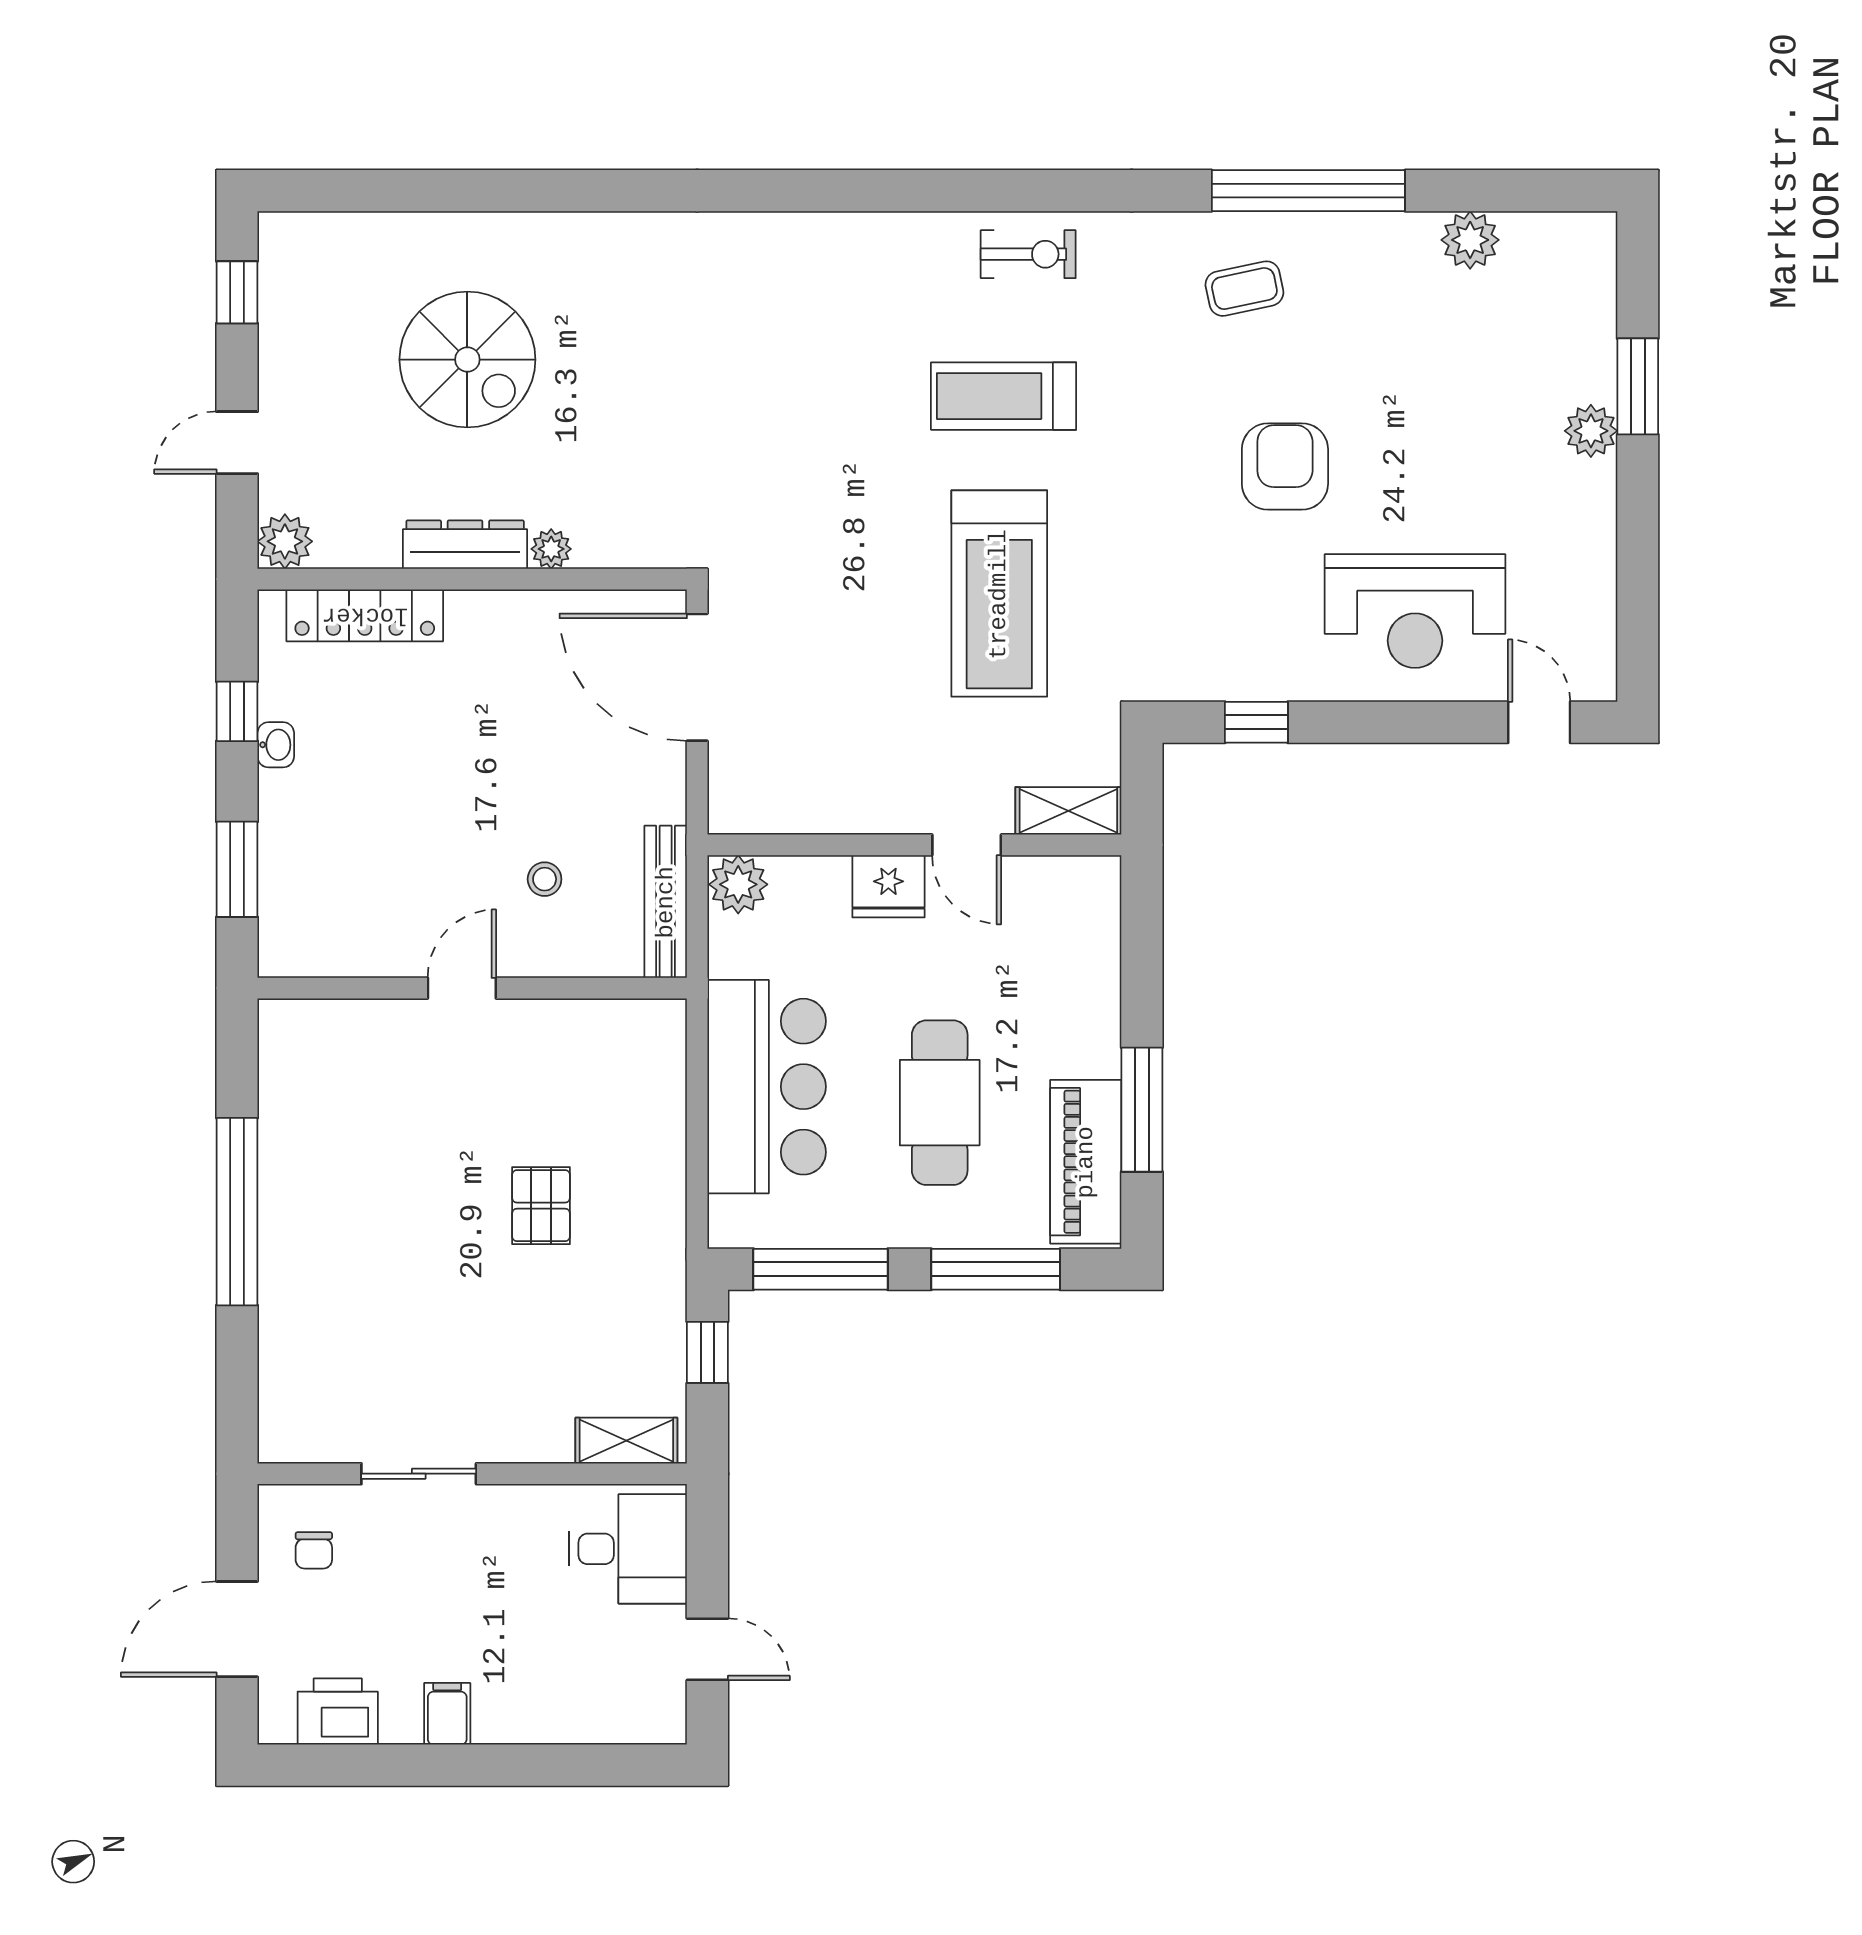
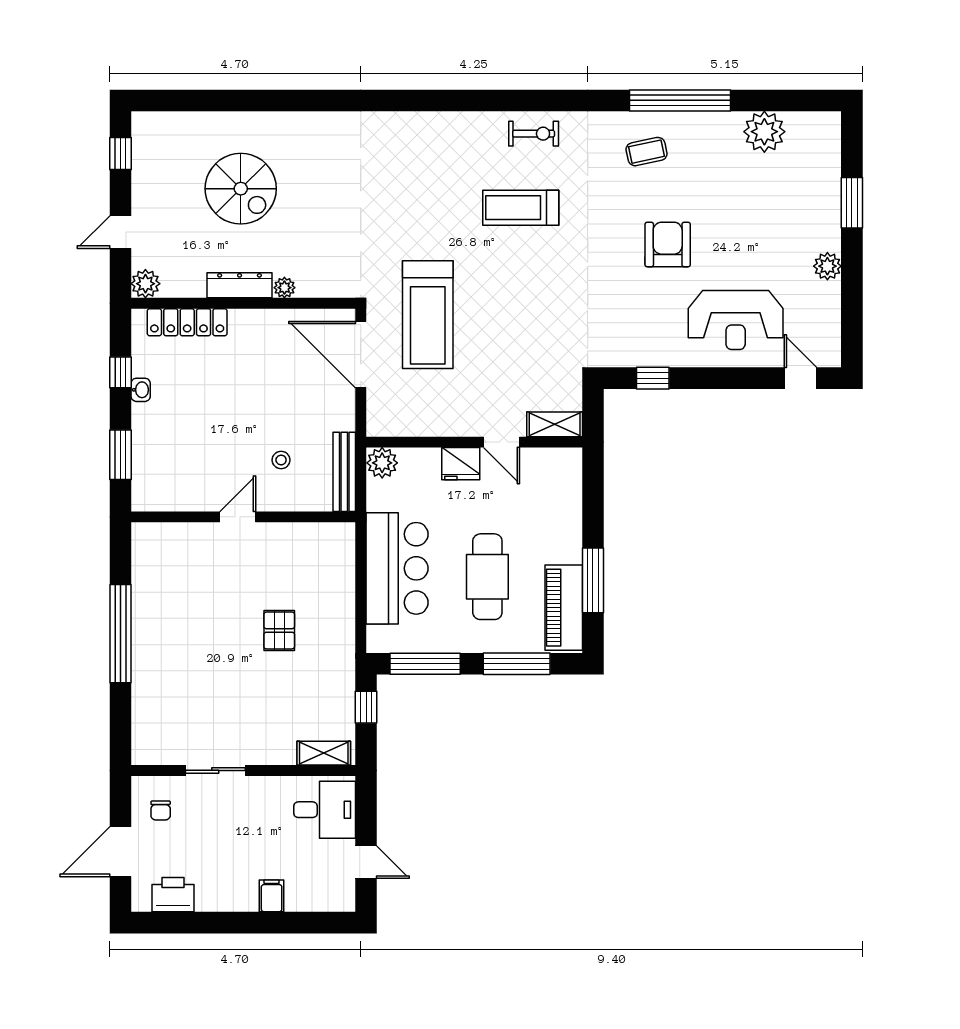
plant: (1470, 240) -> (764, 132), width x1.36, depth x1.36
plant: (1591, 431) -> (827, 266), moved
treadmill: (999, 594) -> (428, 315), moved
filing cabinet: (447, 1714) -> (272, 896), moved

